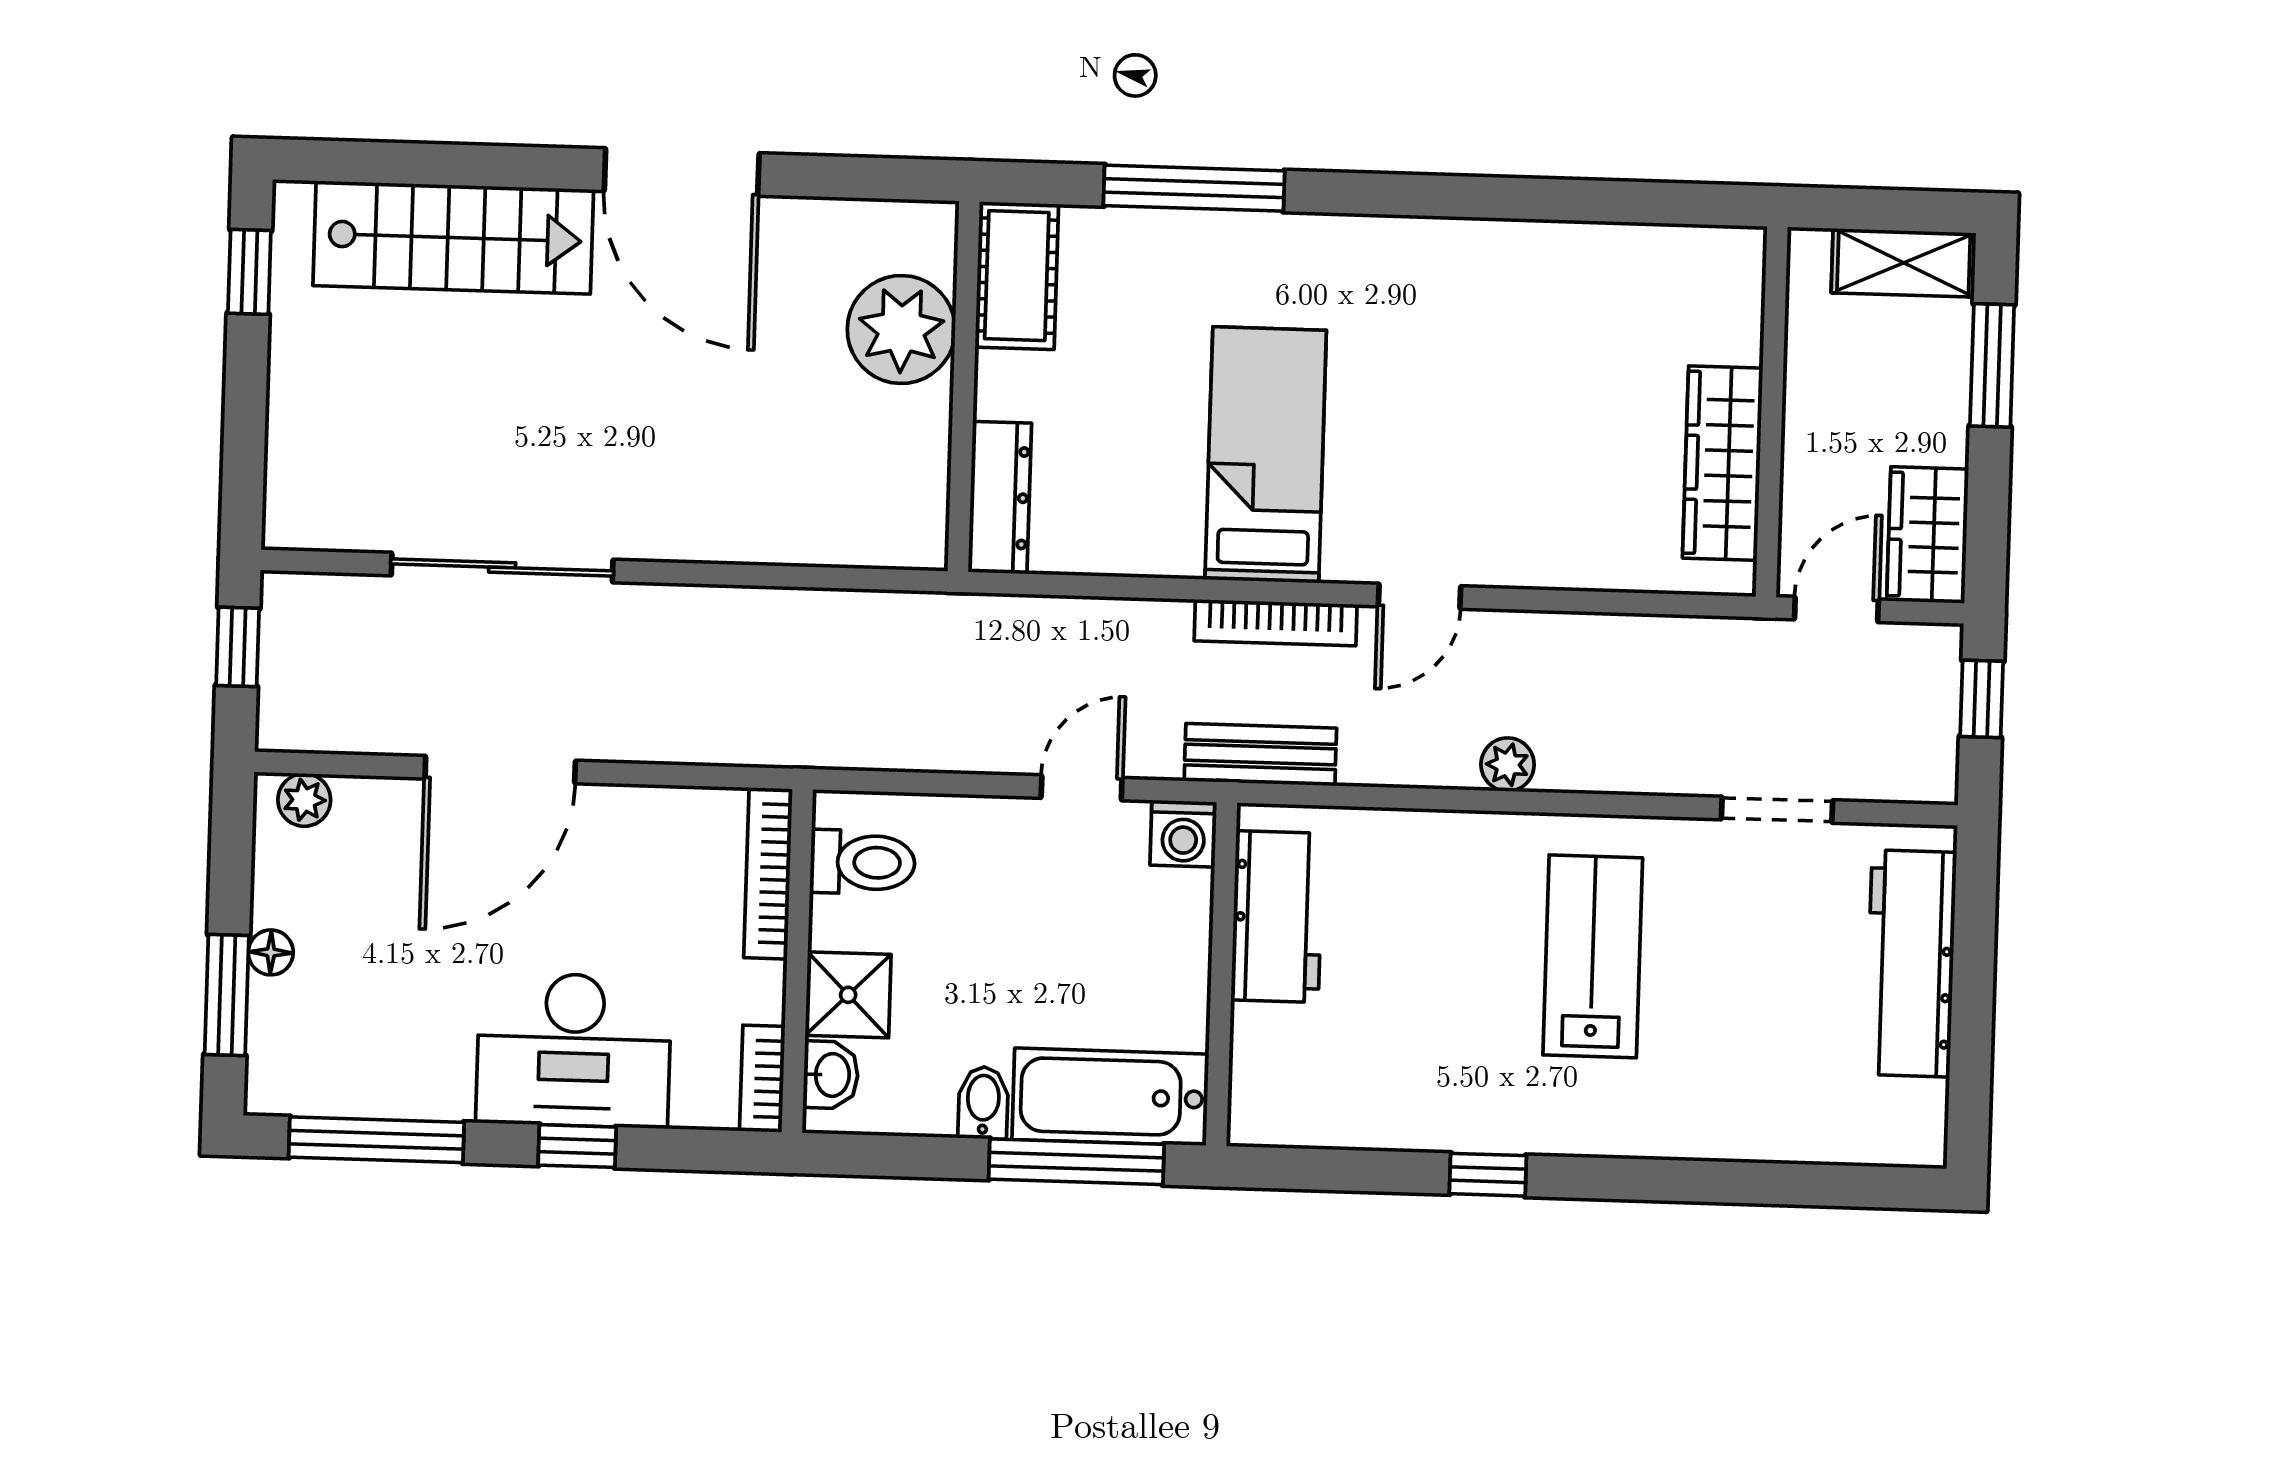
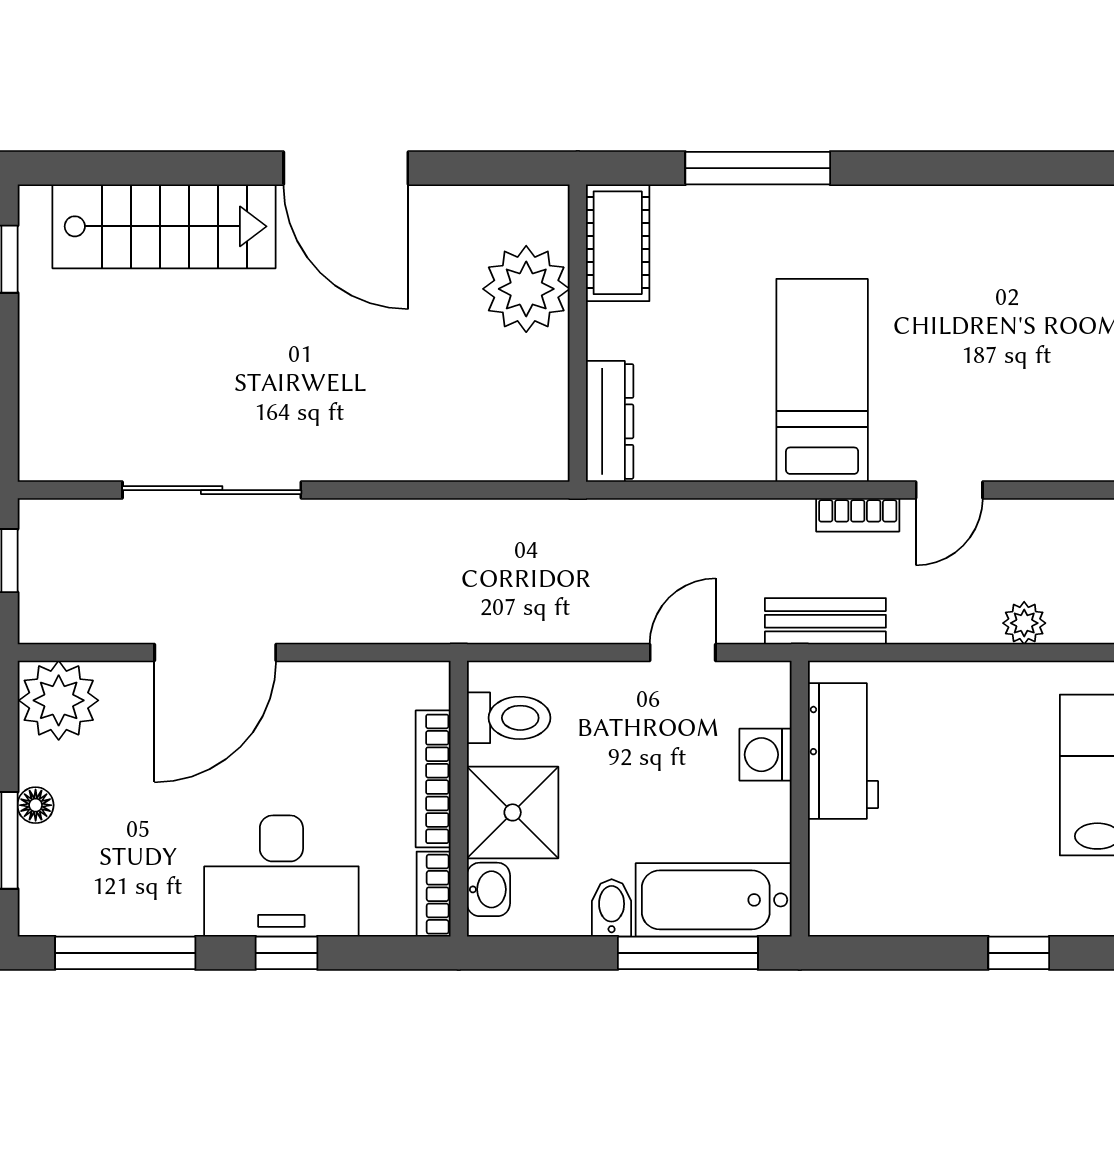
bookcase: (1276, 623) -> (858, 515), width x0.64
plant: (304, 800) -> (59, 700), width x1.87, depth x1.87
washing machine: (1183, 834) -> (766, 755), moved, turned 90
bookcase: (768, 873) -> (433, 779), moved
shower: (848, 995) -> (513, 812), width x1.36, depth x1.36

